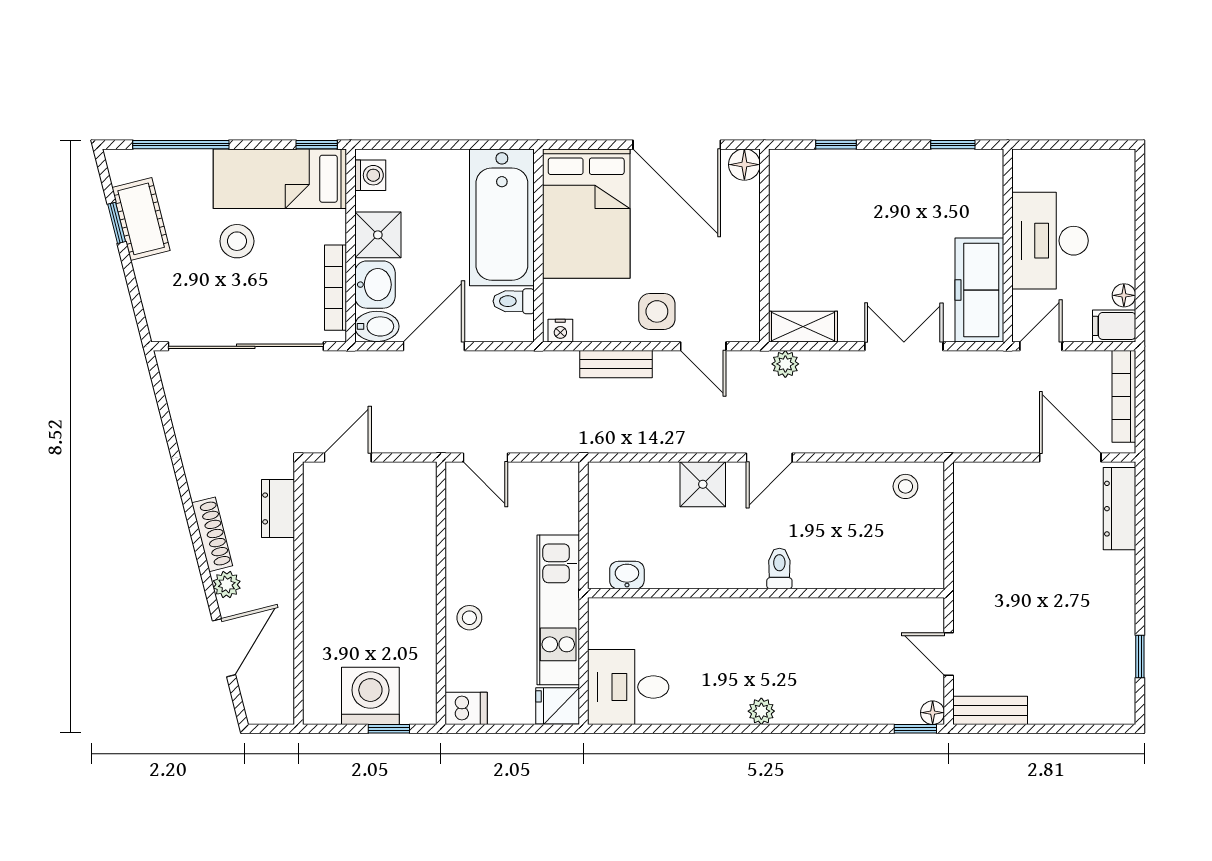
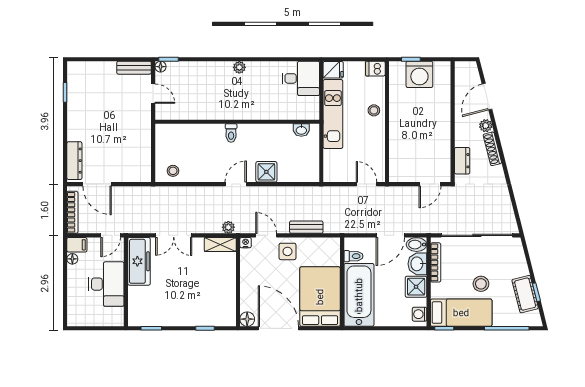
nightstand: (560, 331) -> (246, 243), moved

